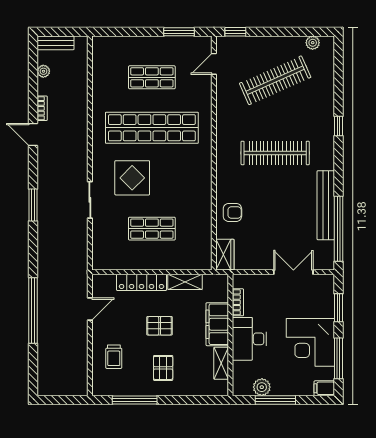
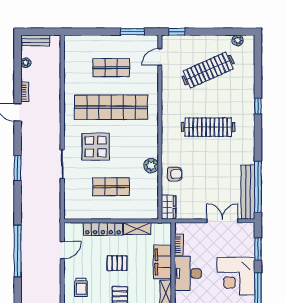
plant: (203, 202) -> (151, 166), added
bench: (326, 205) -> (248, 192), moved

